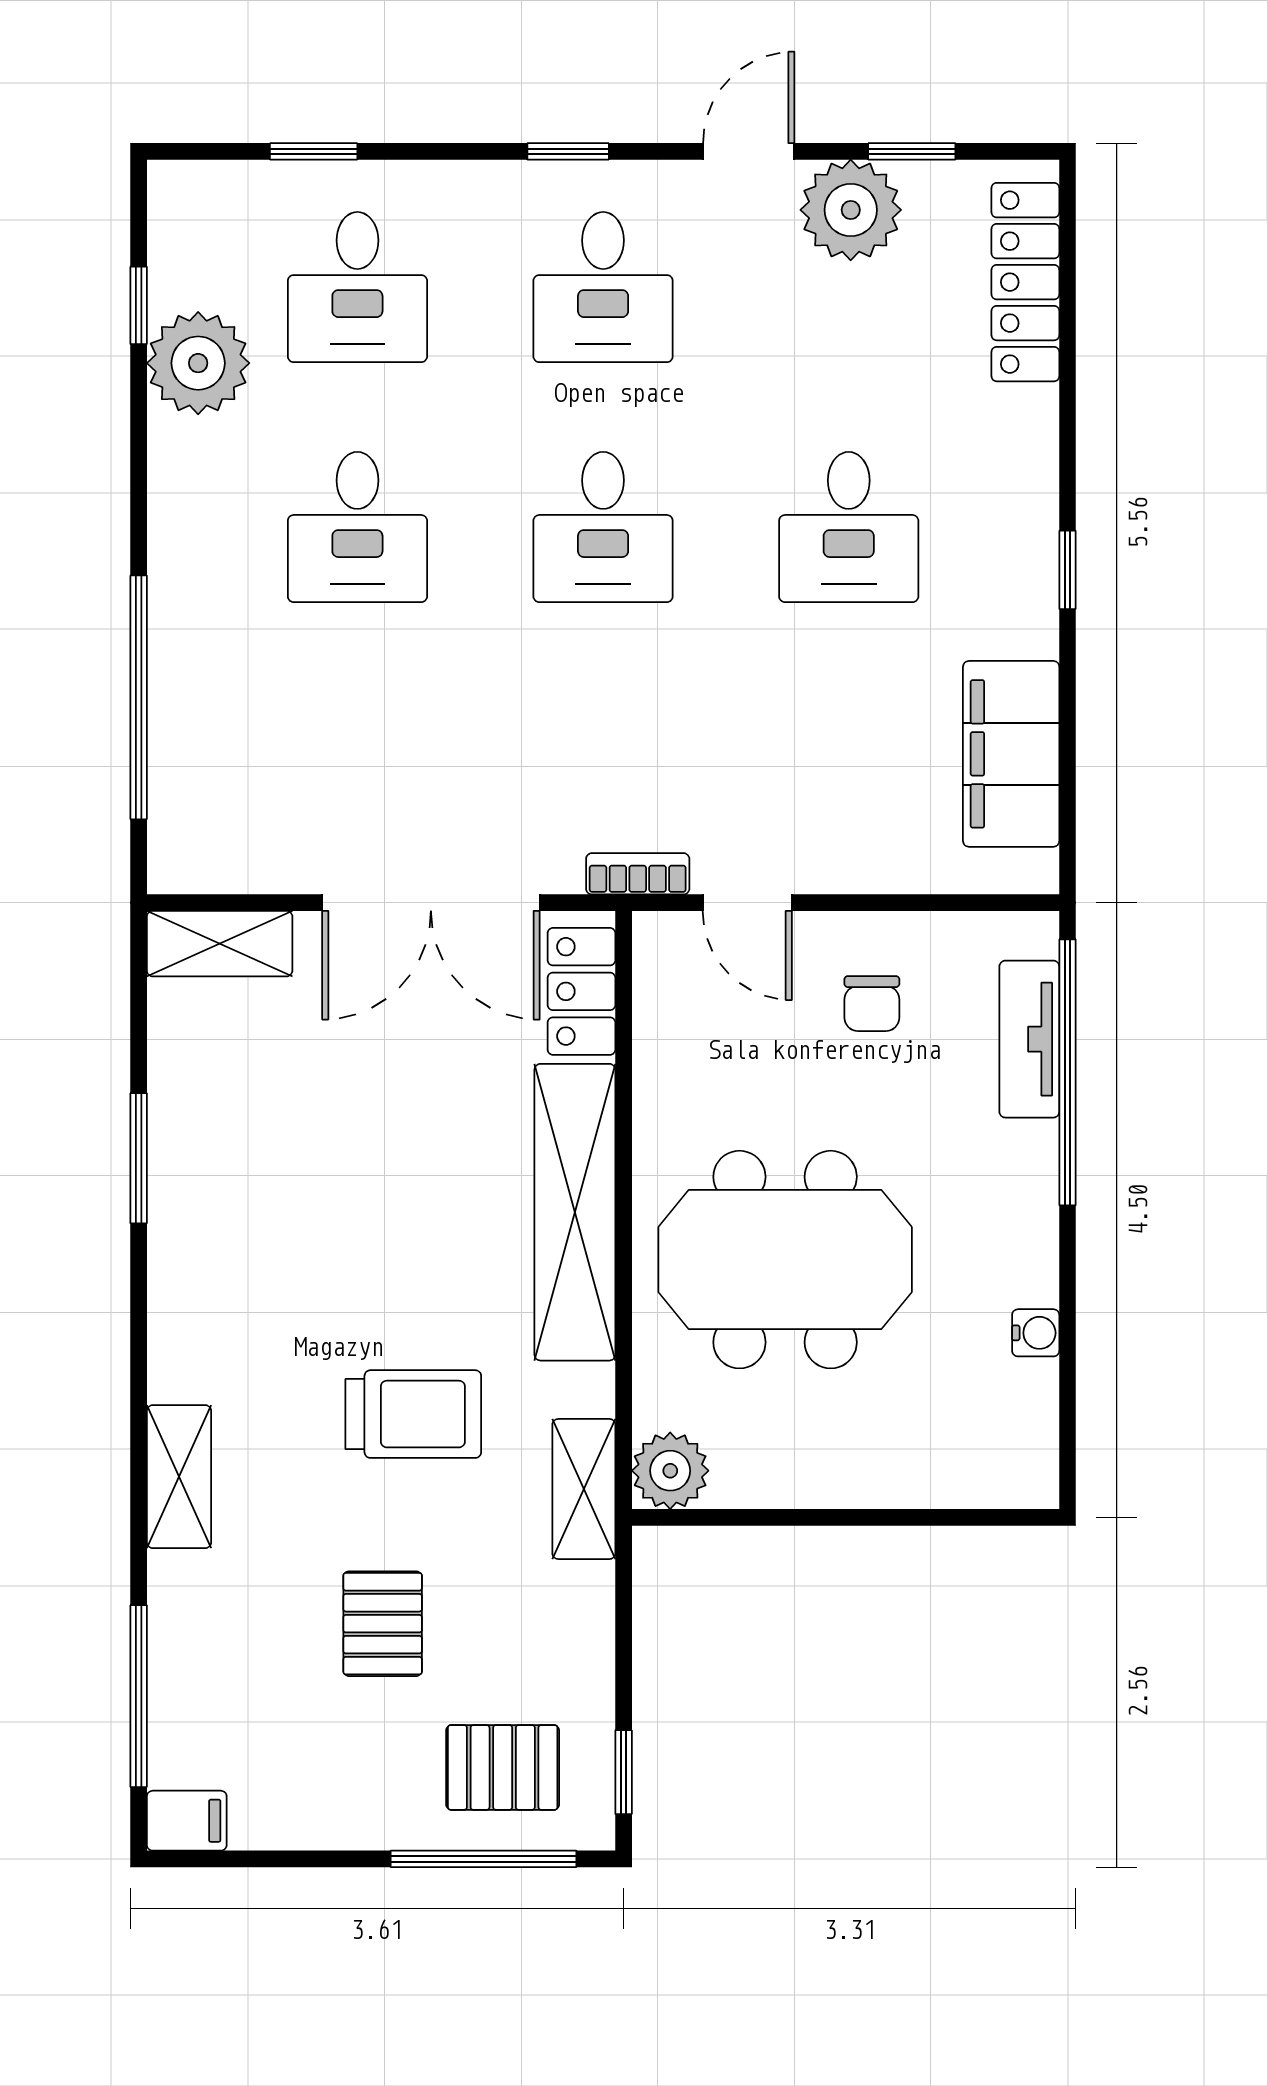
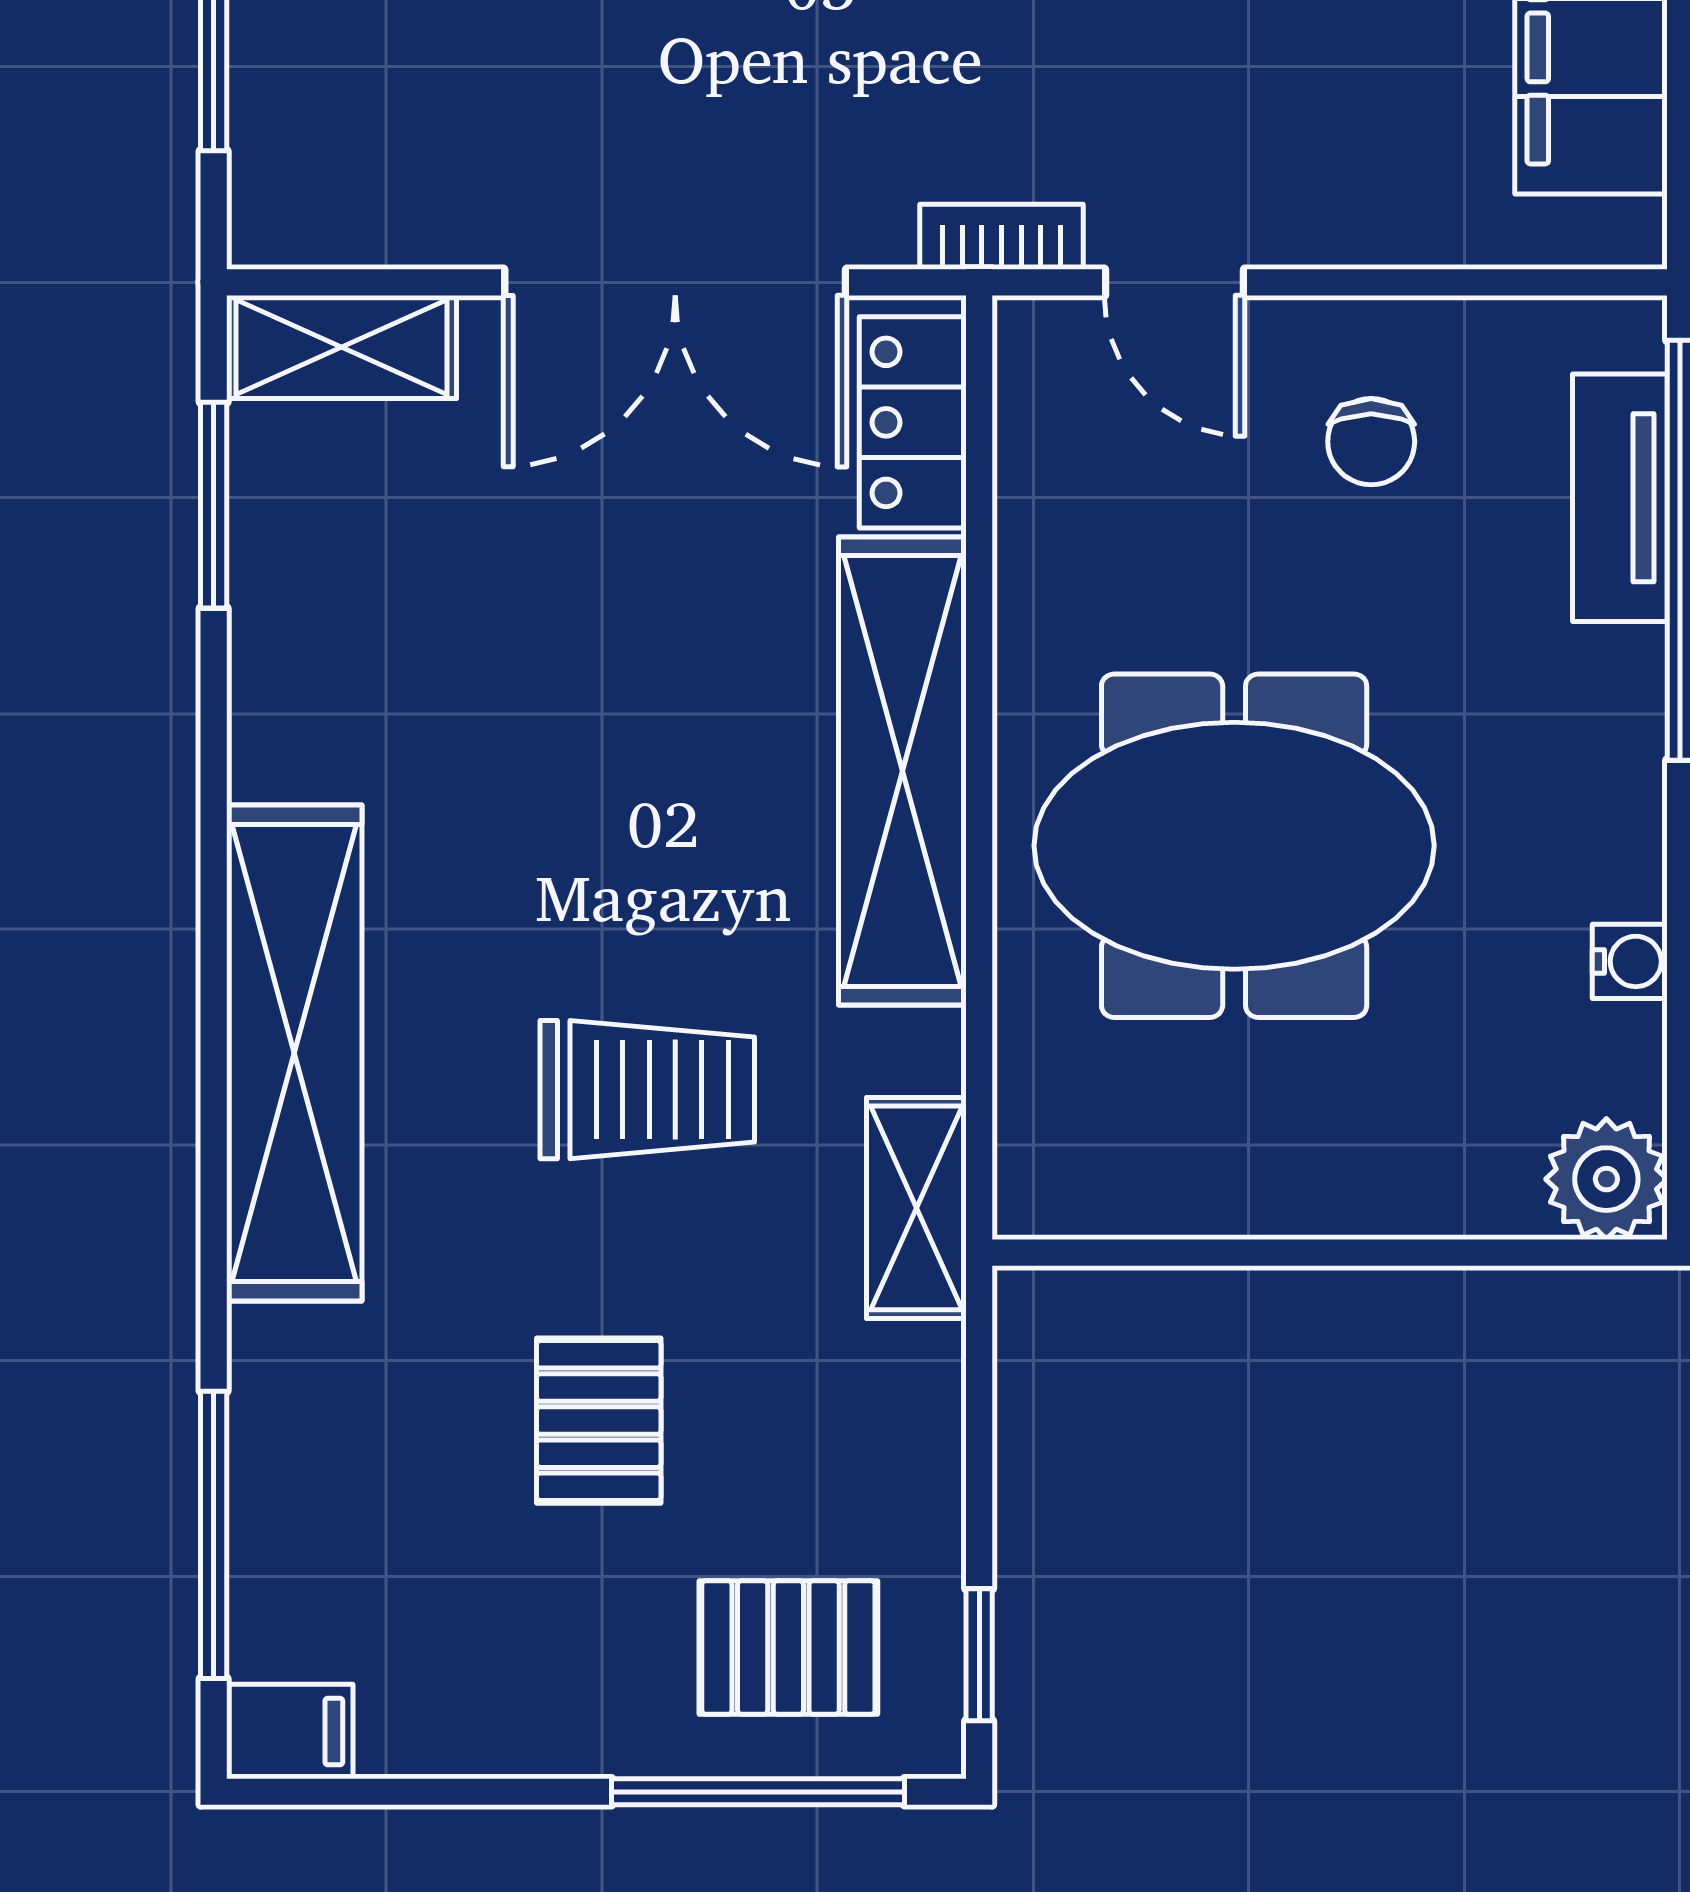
window: (139, 1158) -> (214, 505), moved
plant: (670, 1471) -> (1606, 1179), moved
shelving: (179, 1477) -> (294, 1053), width x2.20, depth x1.33

